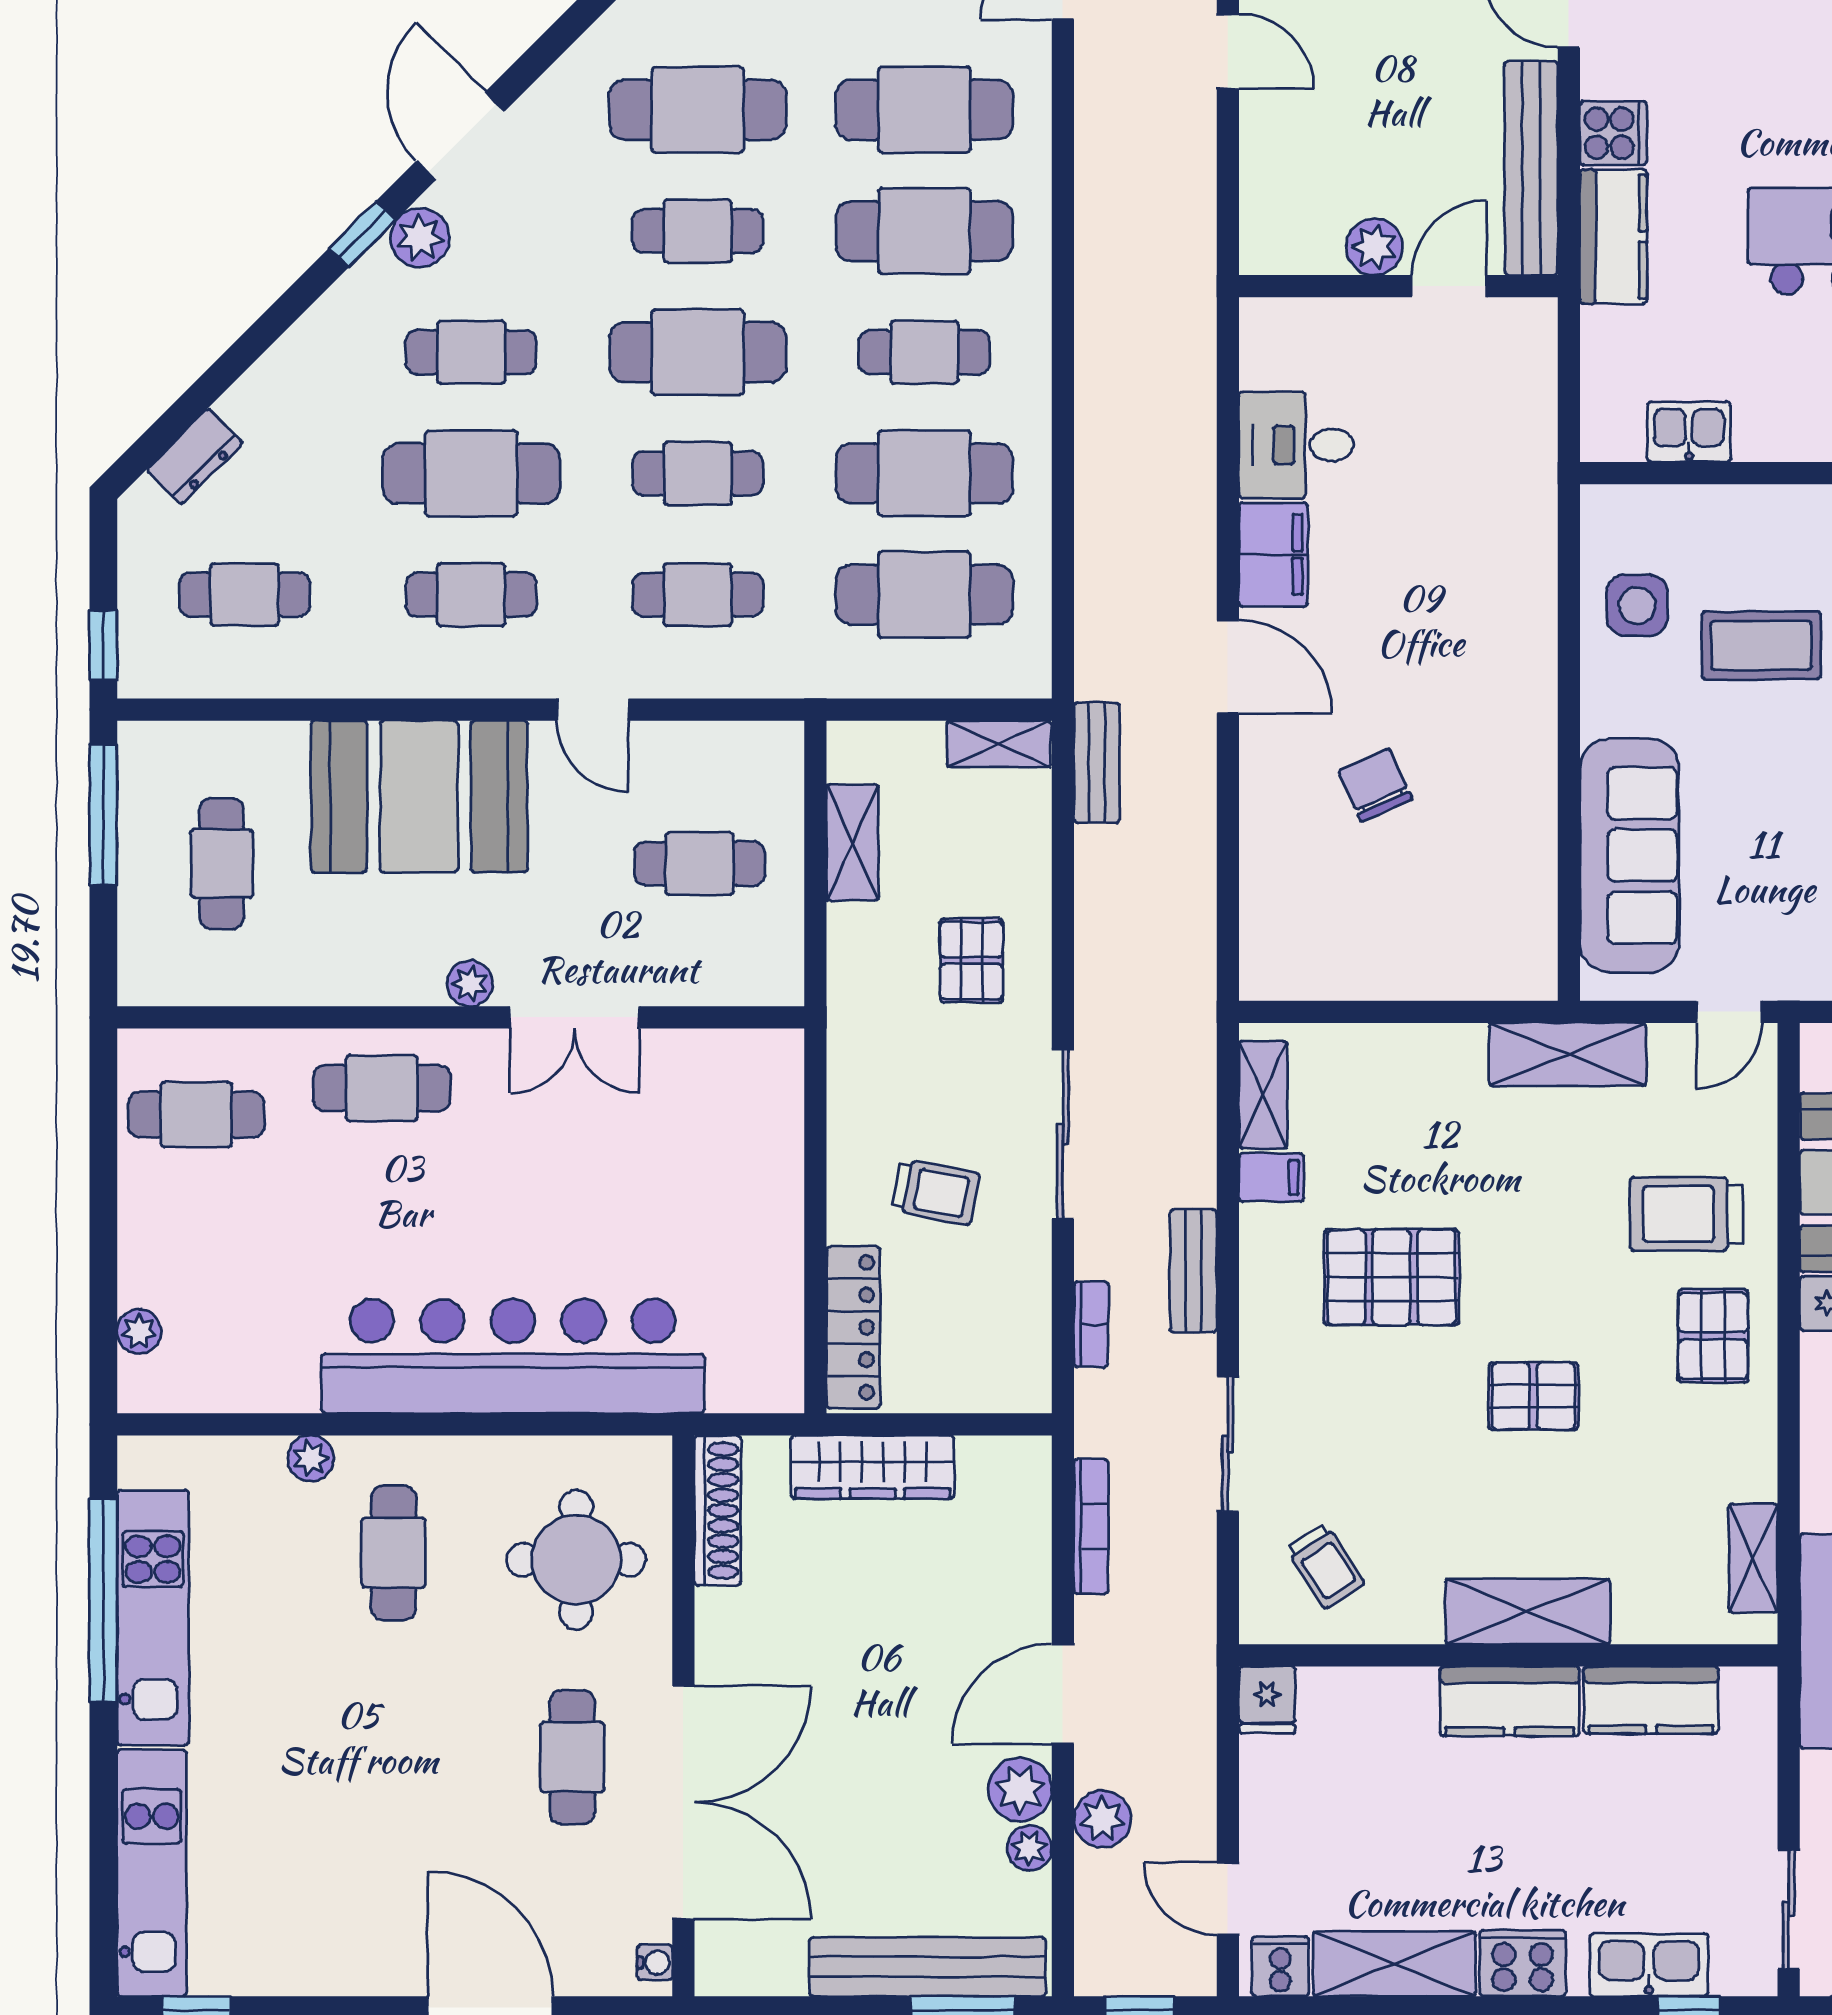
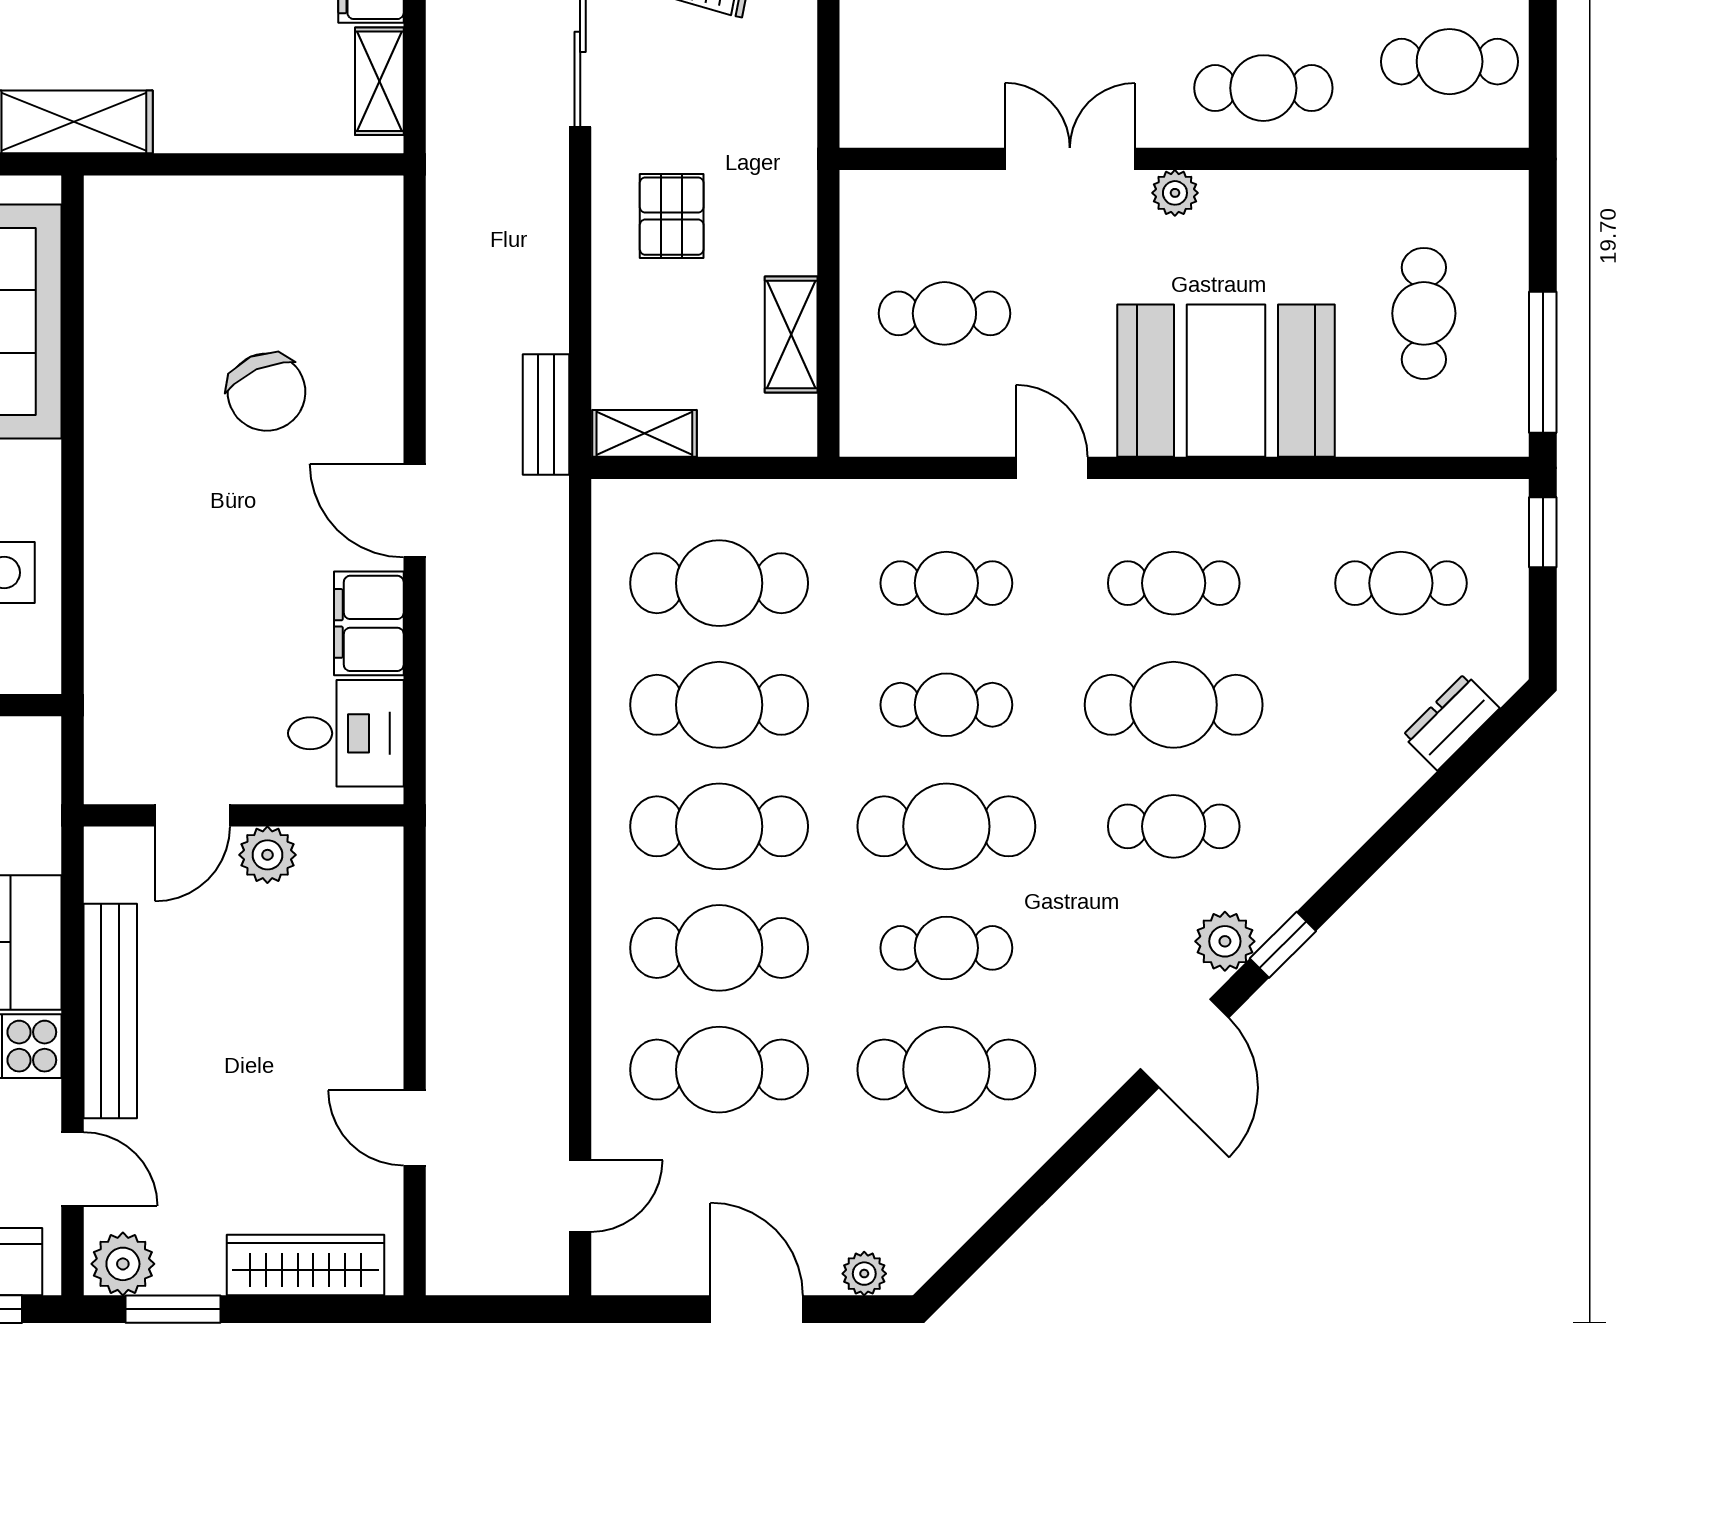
plant: (1374, 247) -> (267, 855), moved
wall: (1398, 286) -> (244, 815), moved
door: (1449, 286) -> (192, 815), moved
cafe table: (924, 352) -> (719, 826), width x1.37, depth x1.35
chair: (1375, 785) -> (267, 392), width x1.37, depth x1.37

